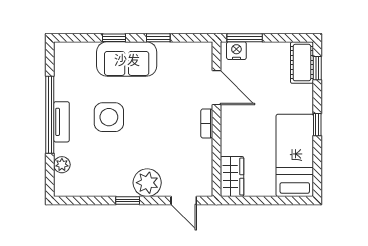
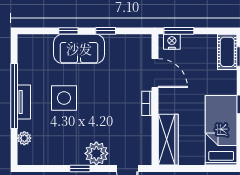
wardrobe: (232, 176) -> (168, 140), width x1.50

